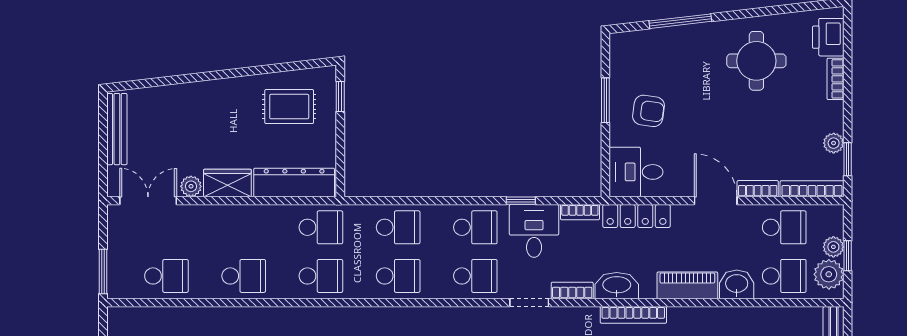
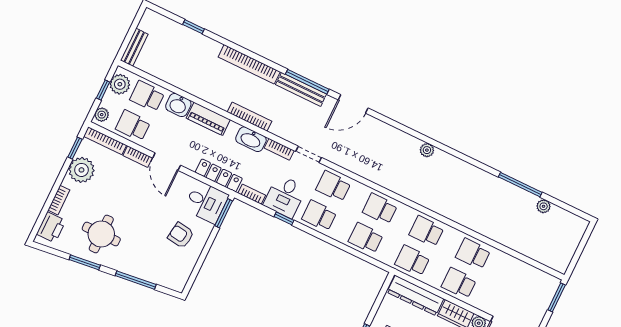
window: (760, 12) -> (85, 262), added
window: (605, 100) -> (224, 213), moved
plant: (834, 143) -> (81, 170), width x1.87, depth x1.87
plant: (833, 247) -> (102, 115), moved
school desk: (166, 276) -> (459, 283), moved

